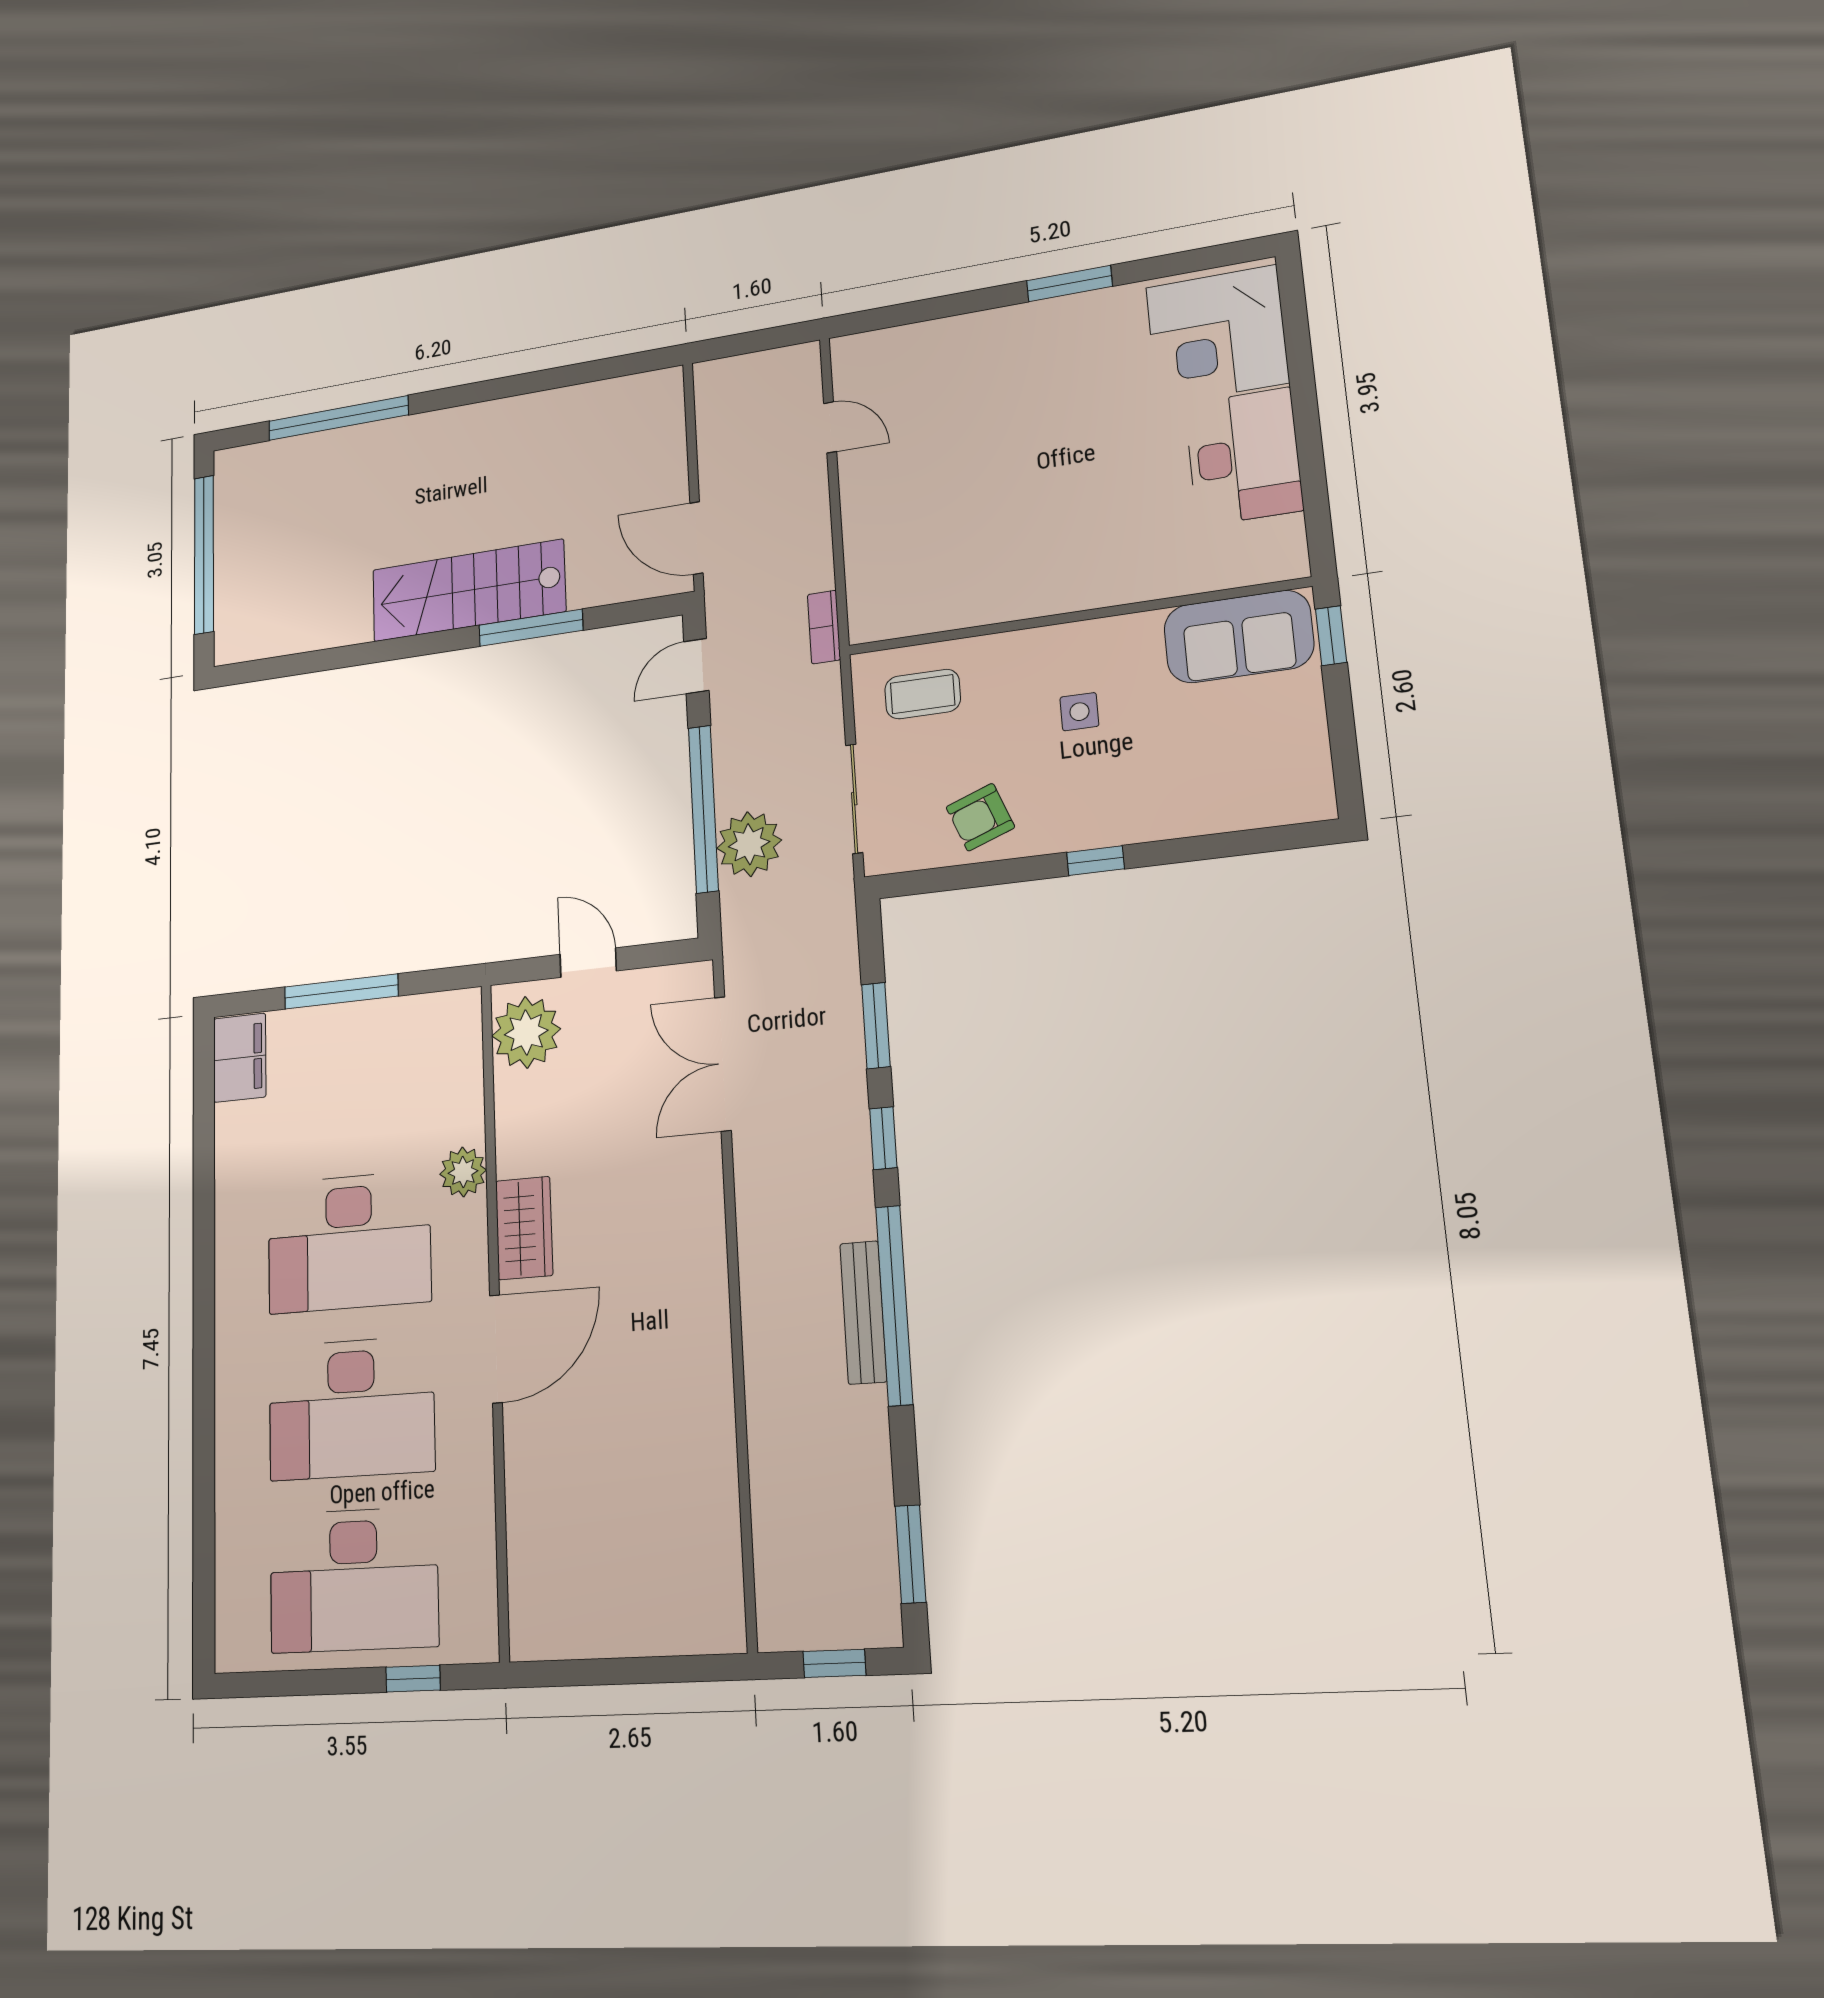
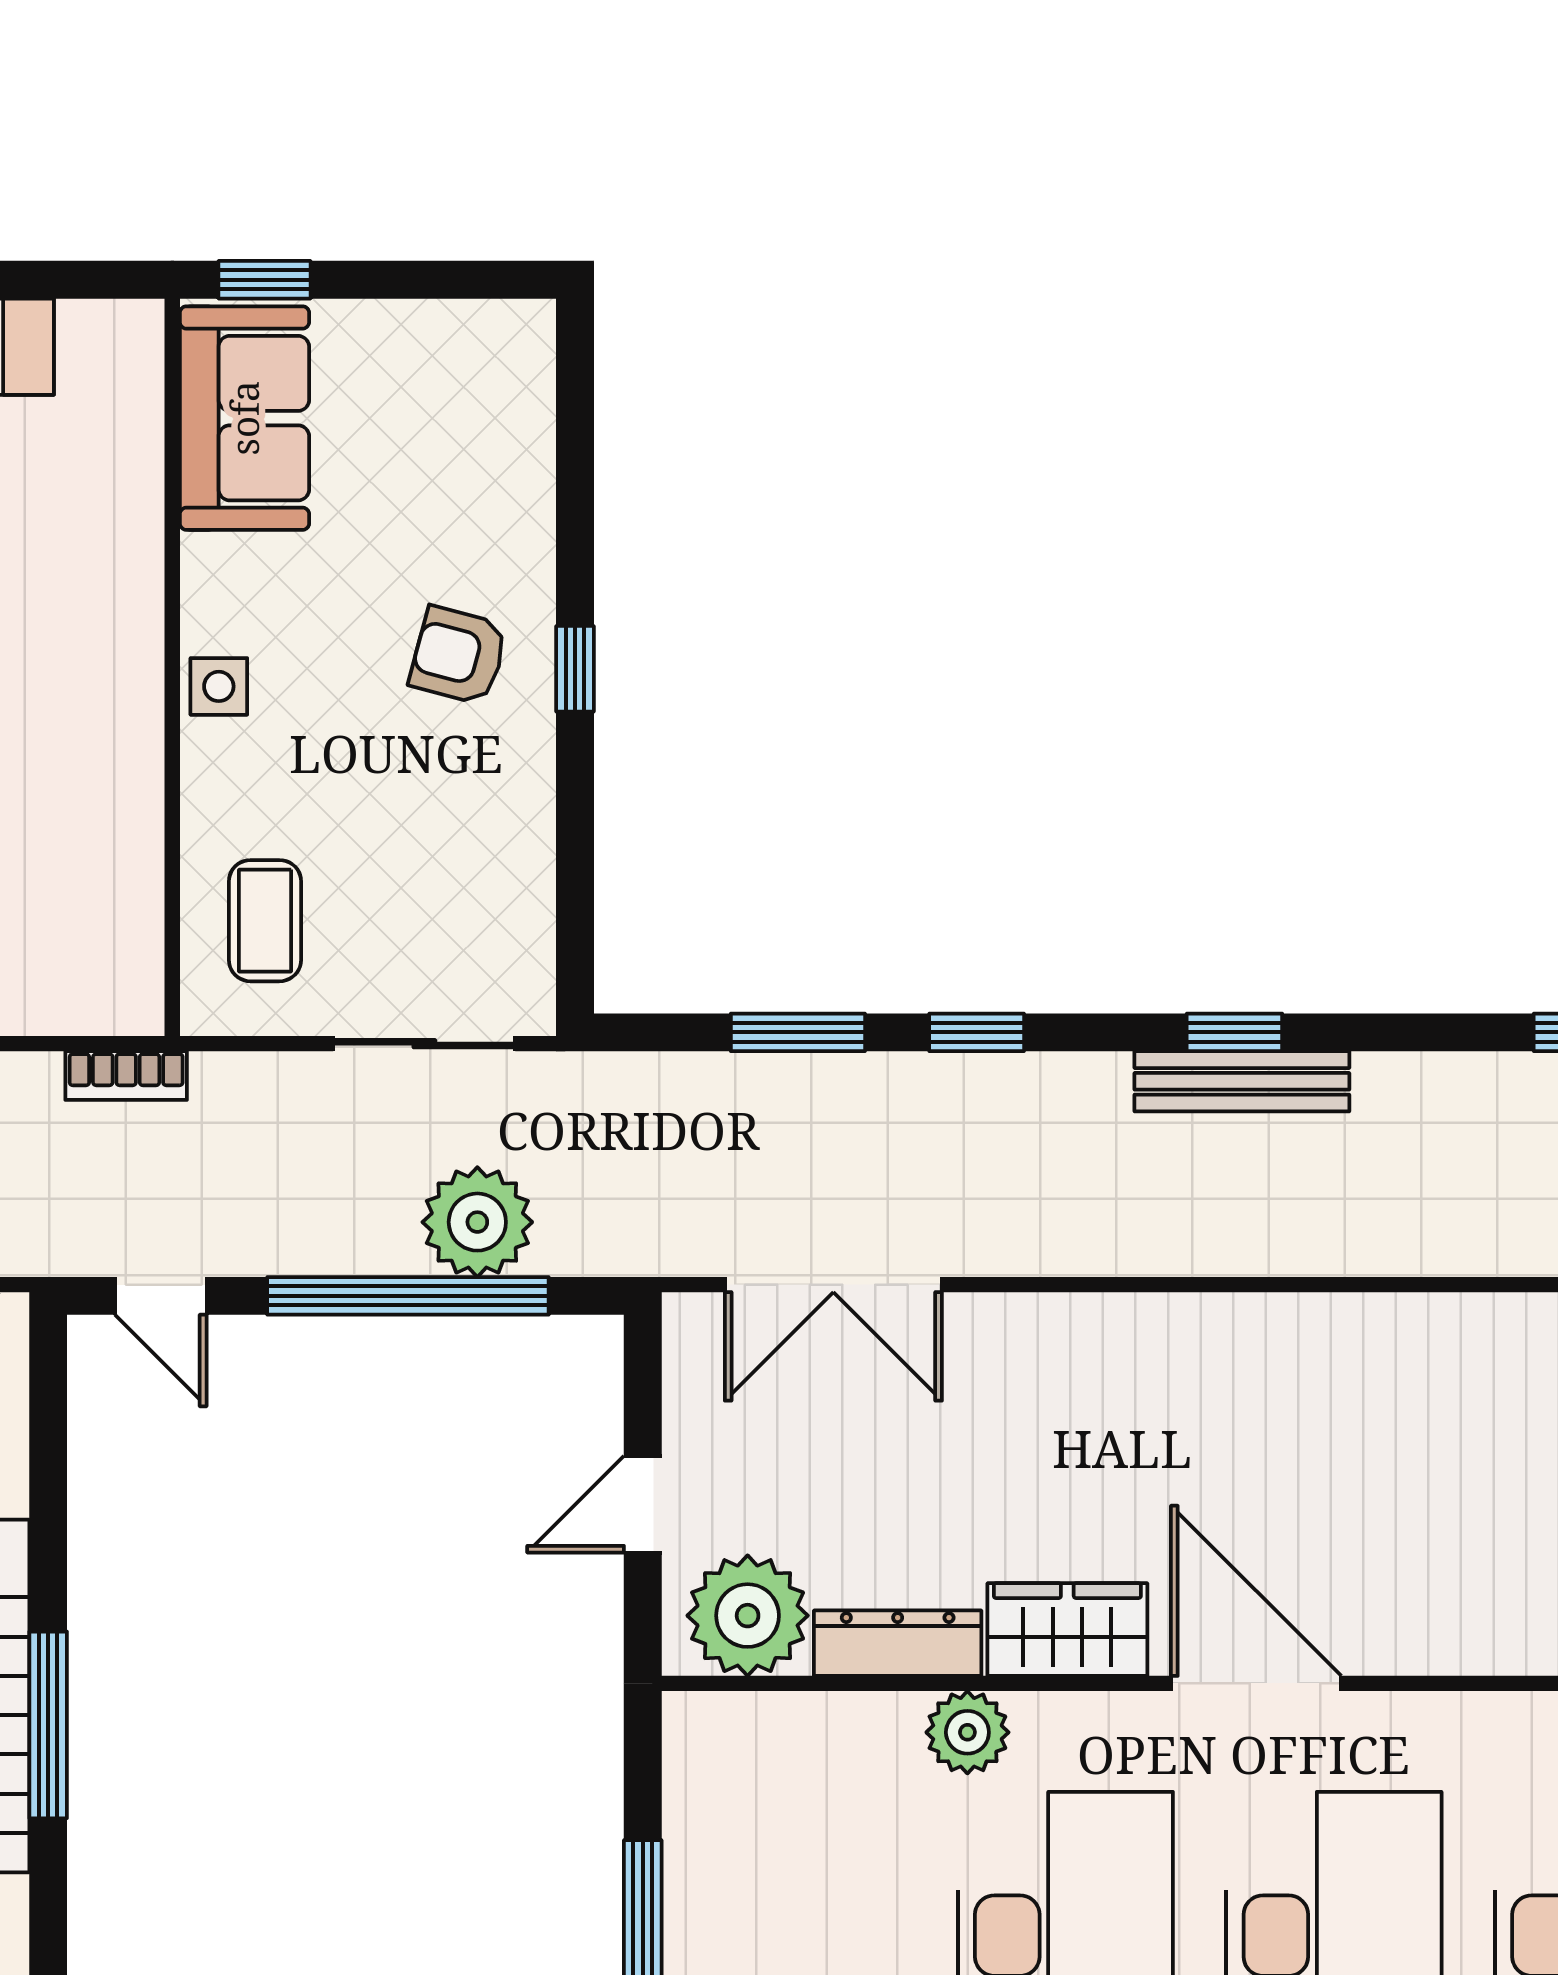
window: (531, 628) -> (48, 1725), moved
side table: (1079, 712) -> (219, 686), moved
armchair: (980, 817) -> (459, 655), moved, turned 126
dresser: (513, 1125) -> (898, 1643), added
window: (894, 1305) -> (1234, 1032), width x0.32

